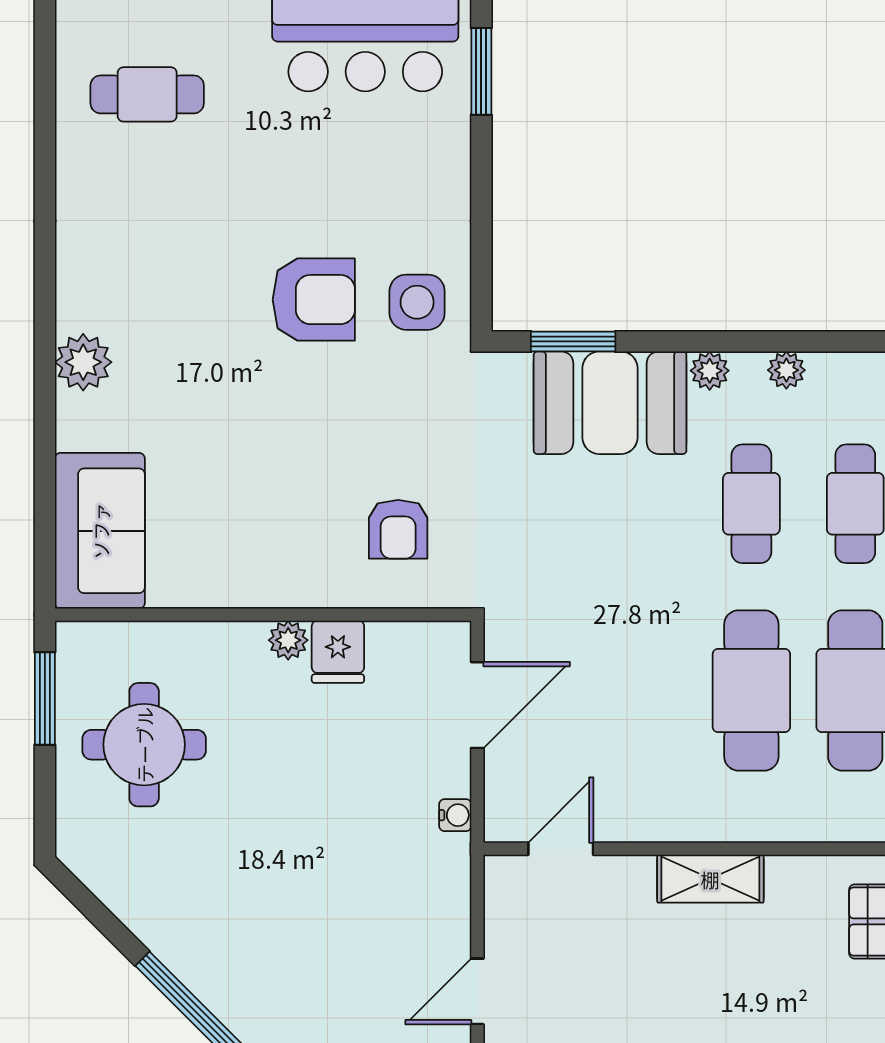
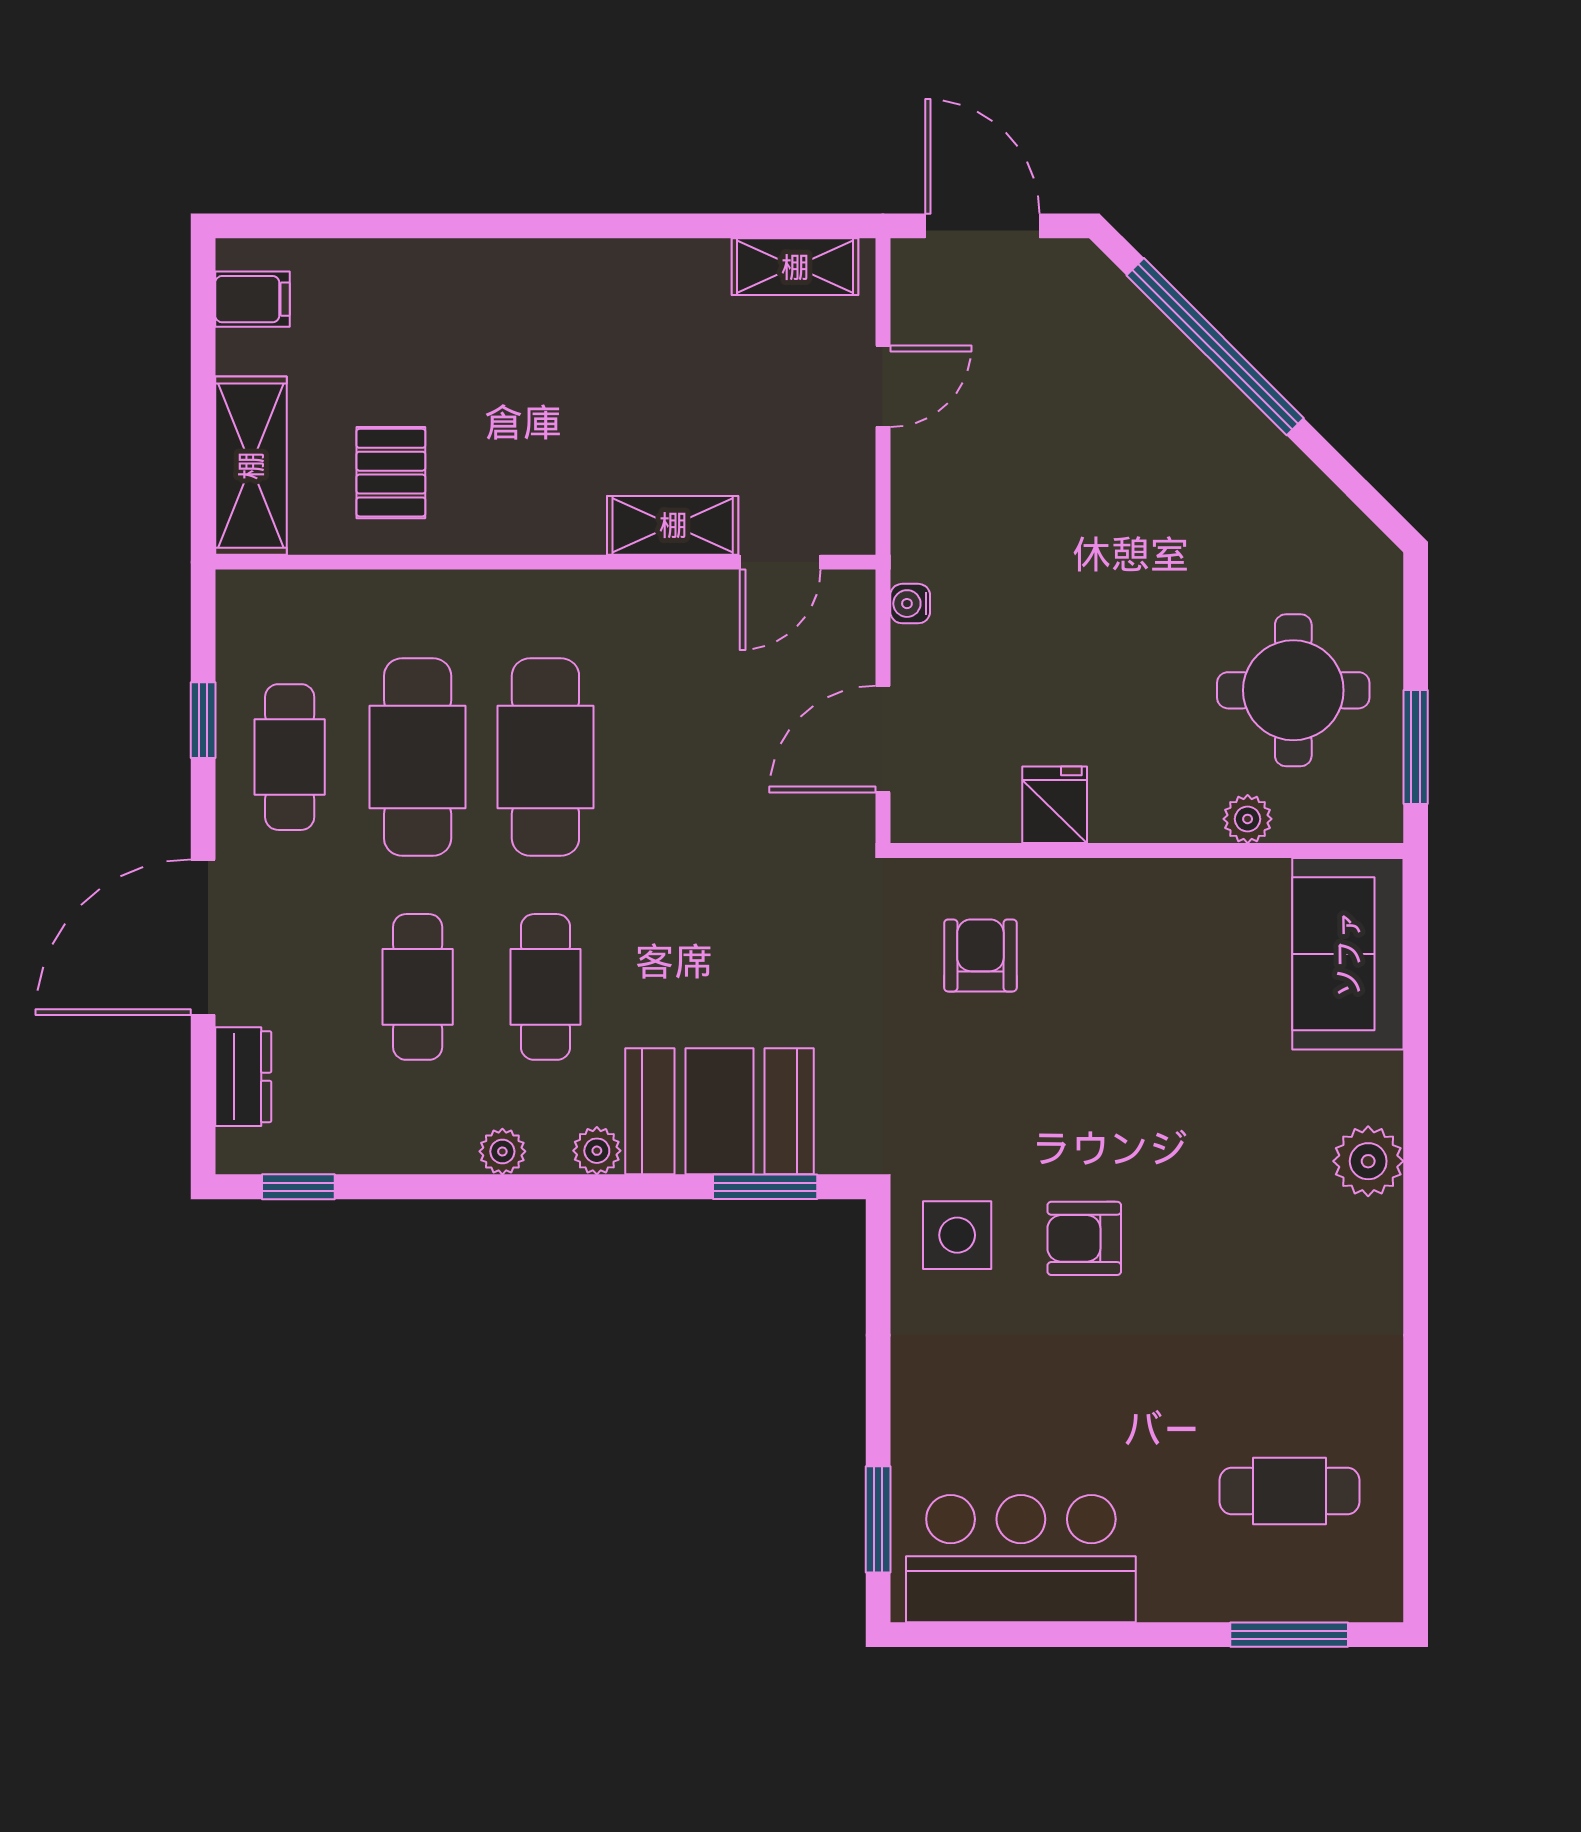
armchair: (314, 300) -> (1084, 1238), width x0.72, depth x0.72
plant: (288, 640) -> (1248, 819), moved
shelving: (710, 879) -> (673, 525), moved

